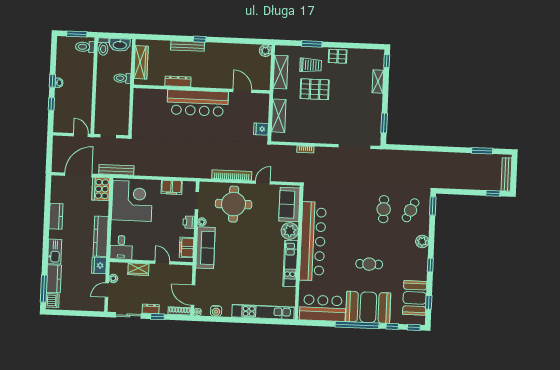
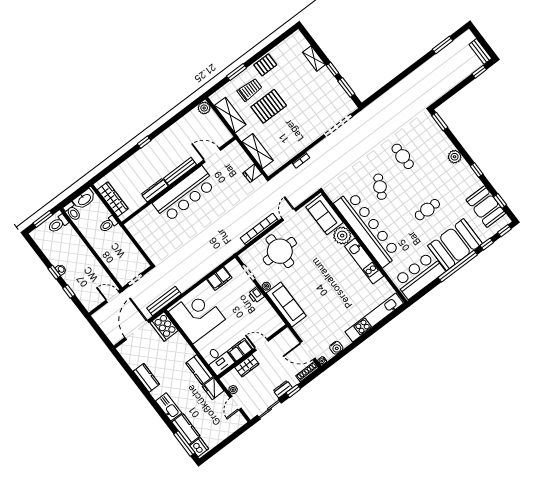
bench: (188, 46) -> (180, 171), moved
window: (387, 61) -> (333, 69), moved
bench: (506, 174) -> (480, 51), width x0.73
cafe table: (411, 210) -> (380, 187), moved
kitchen counter: (101, 236) -> (199, 370), width x0.67
filing cabinet: (187, 247) -> (240, 350), moved, turned 90

